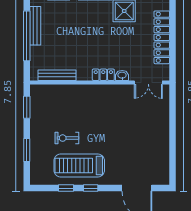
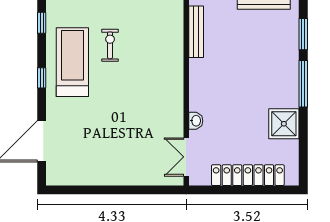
locker: (103, 75) -> (197, 95), removed
window: (66, 188) -> (42, 23), moved

